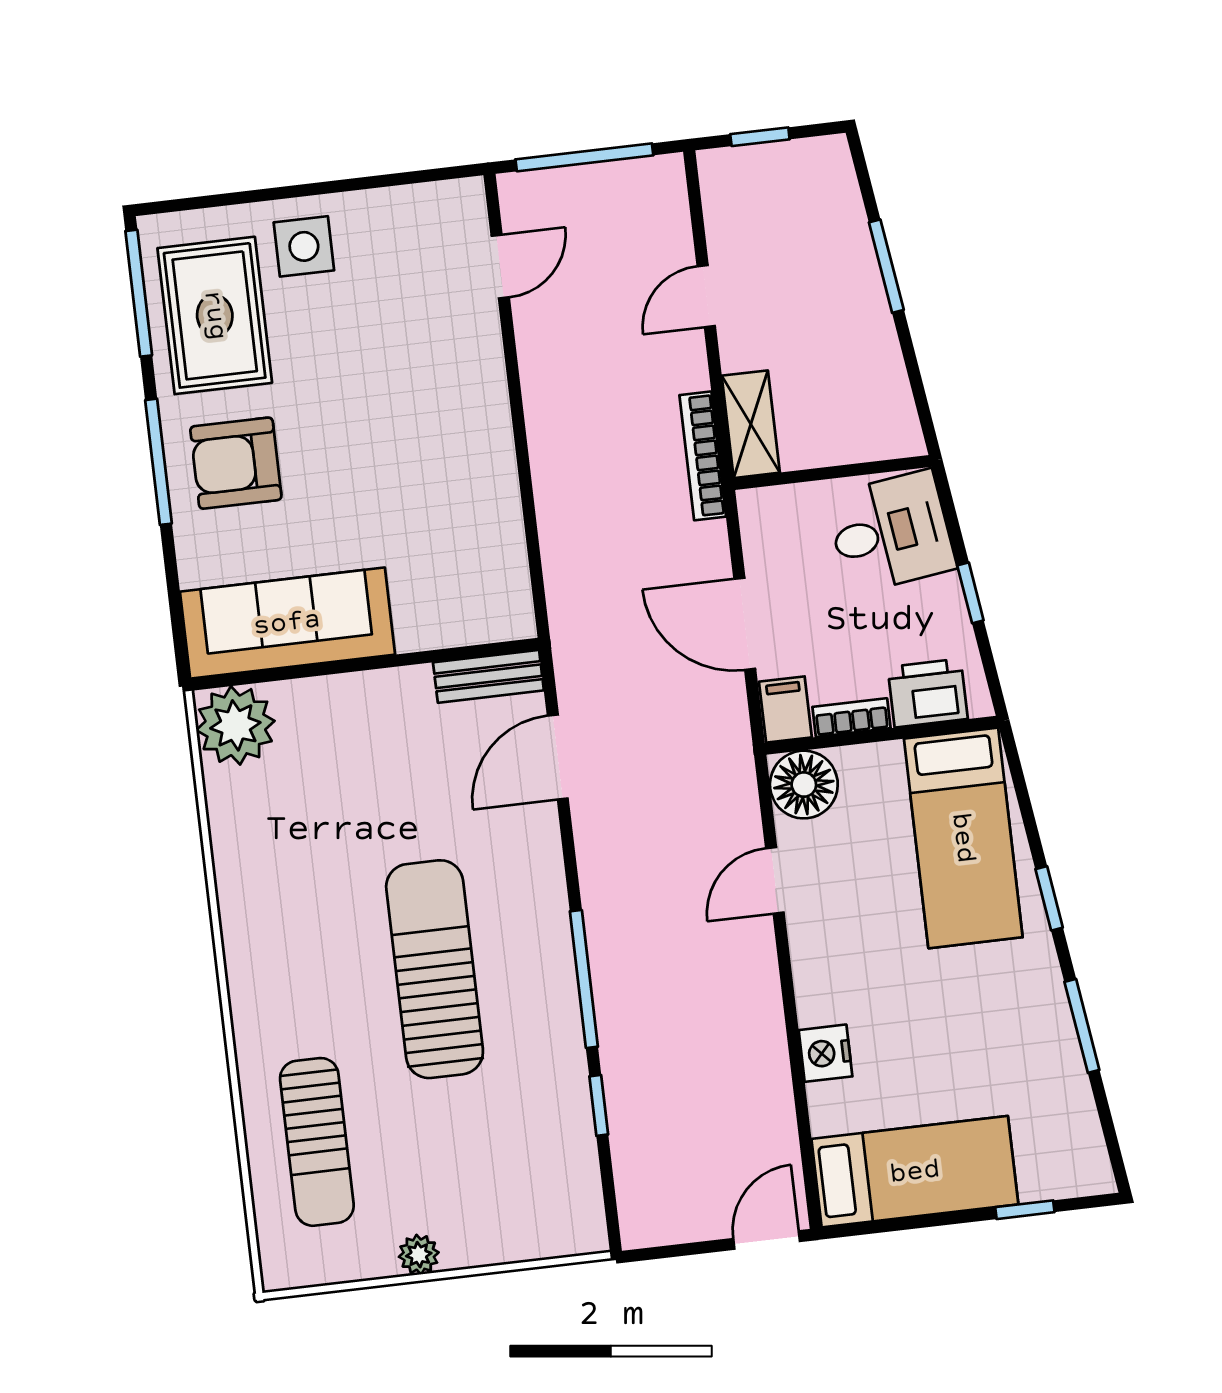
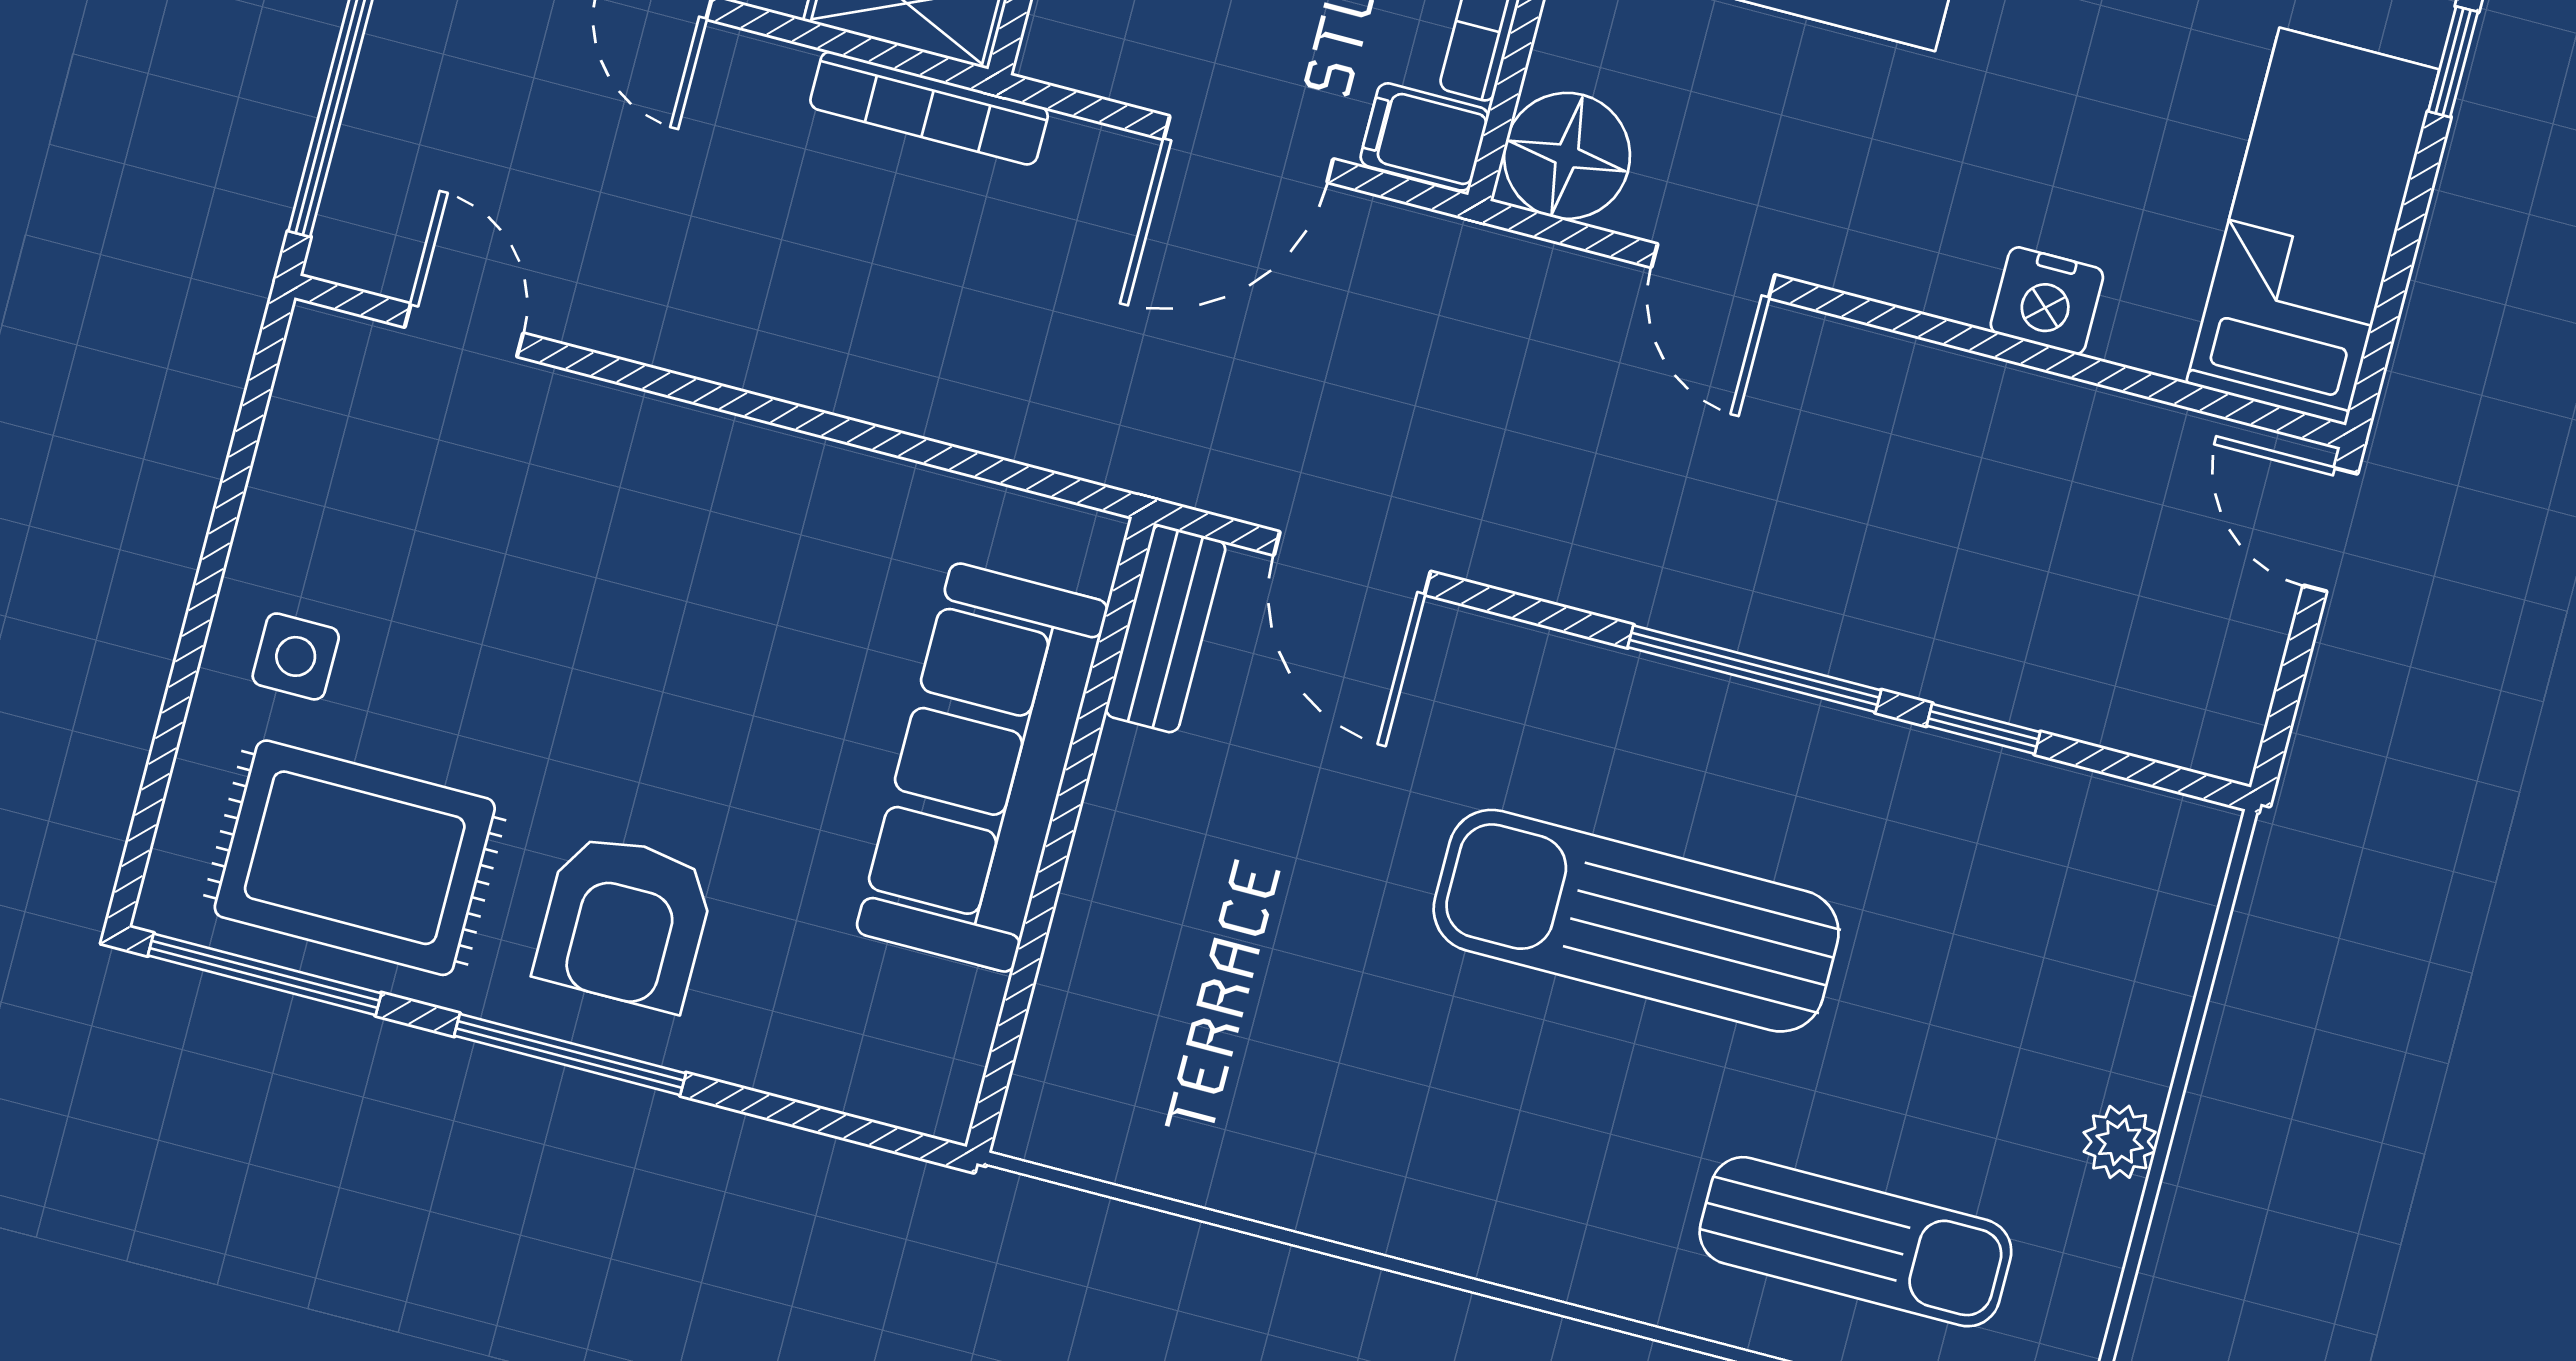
side table: (304, 246) -> (296, 656), width x0.73, depth x0.73
sofa: (287, 623) -> (982, 768), moved
plant: (235, 725) -> (1079, 1100), removed

